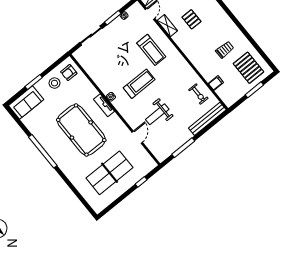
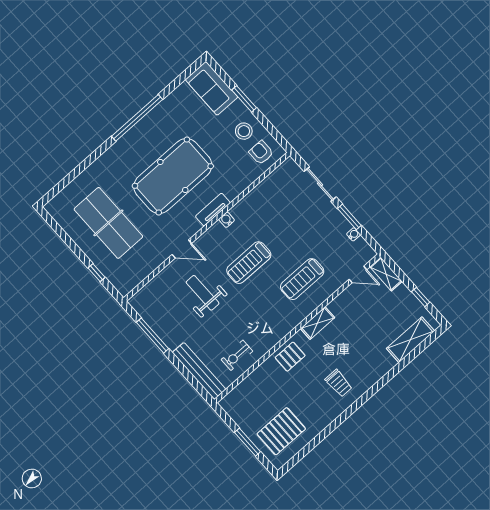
pallet: (191, 19) -> (290, 357), moved
shelving: (167, 26) -> (318, 323), moved
trolley: (225, 50) -> (339, 383), moved
filing cabinet: (216, 83) -> (255, 382), removed
treadmill: (139, 84) -> (249, 263), turned 90
door: (137, 137) -> (182, 249), moved

